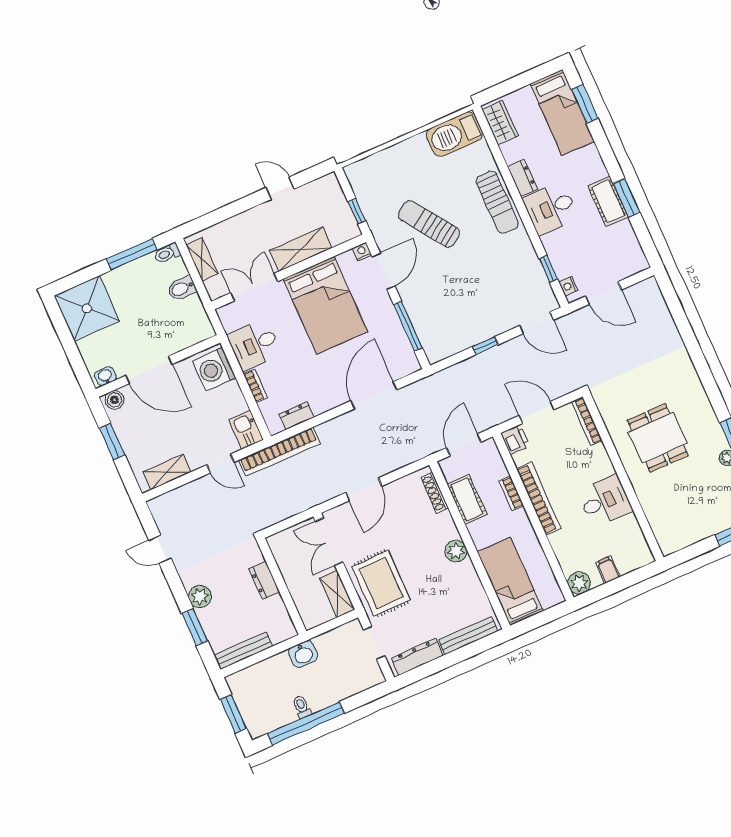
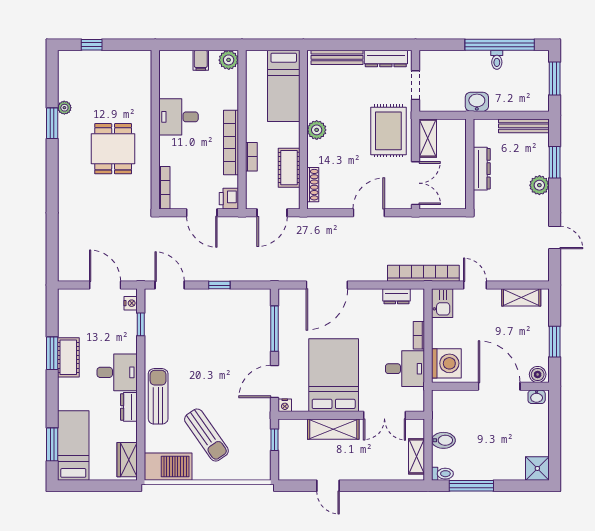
sun lounger: (429, 224) -> (206, 435), moved
shower: (87, 308) -> (537, 468), width x0.54, depth x0.54
dresser: (264, 580) -> (482, 169), width x1.44

